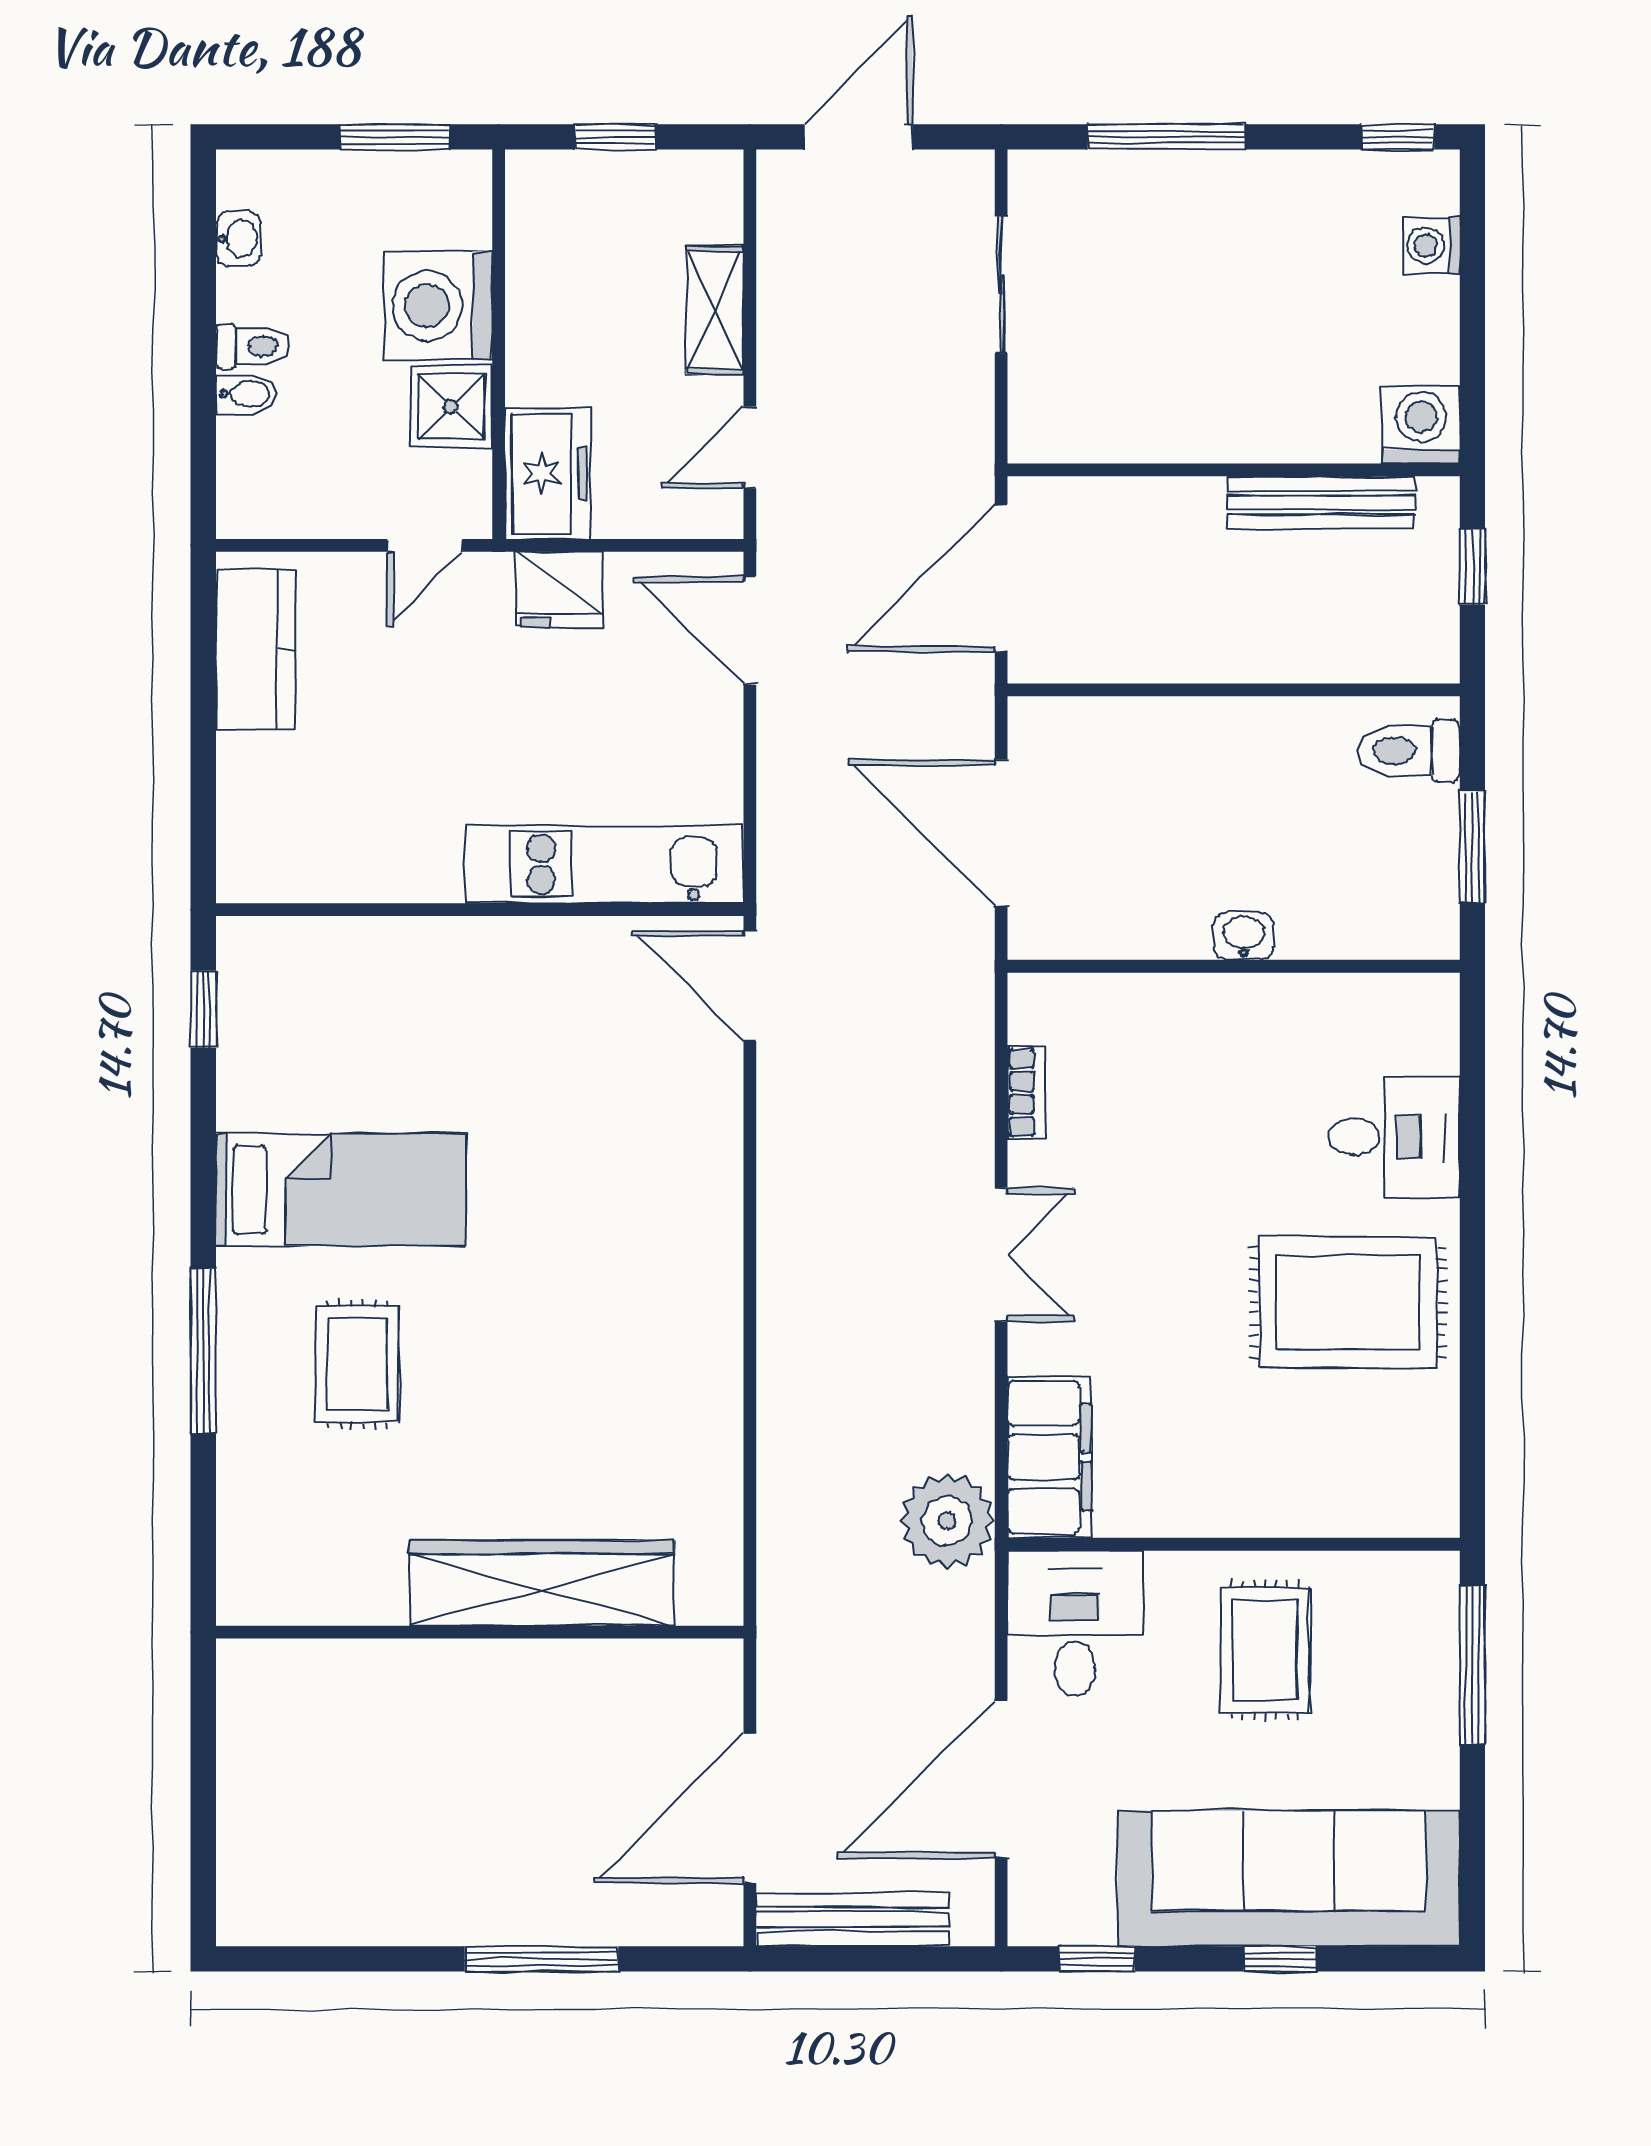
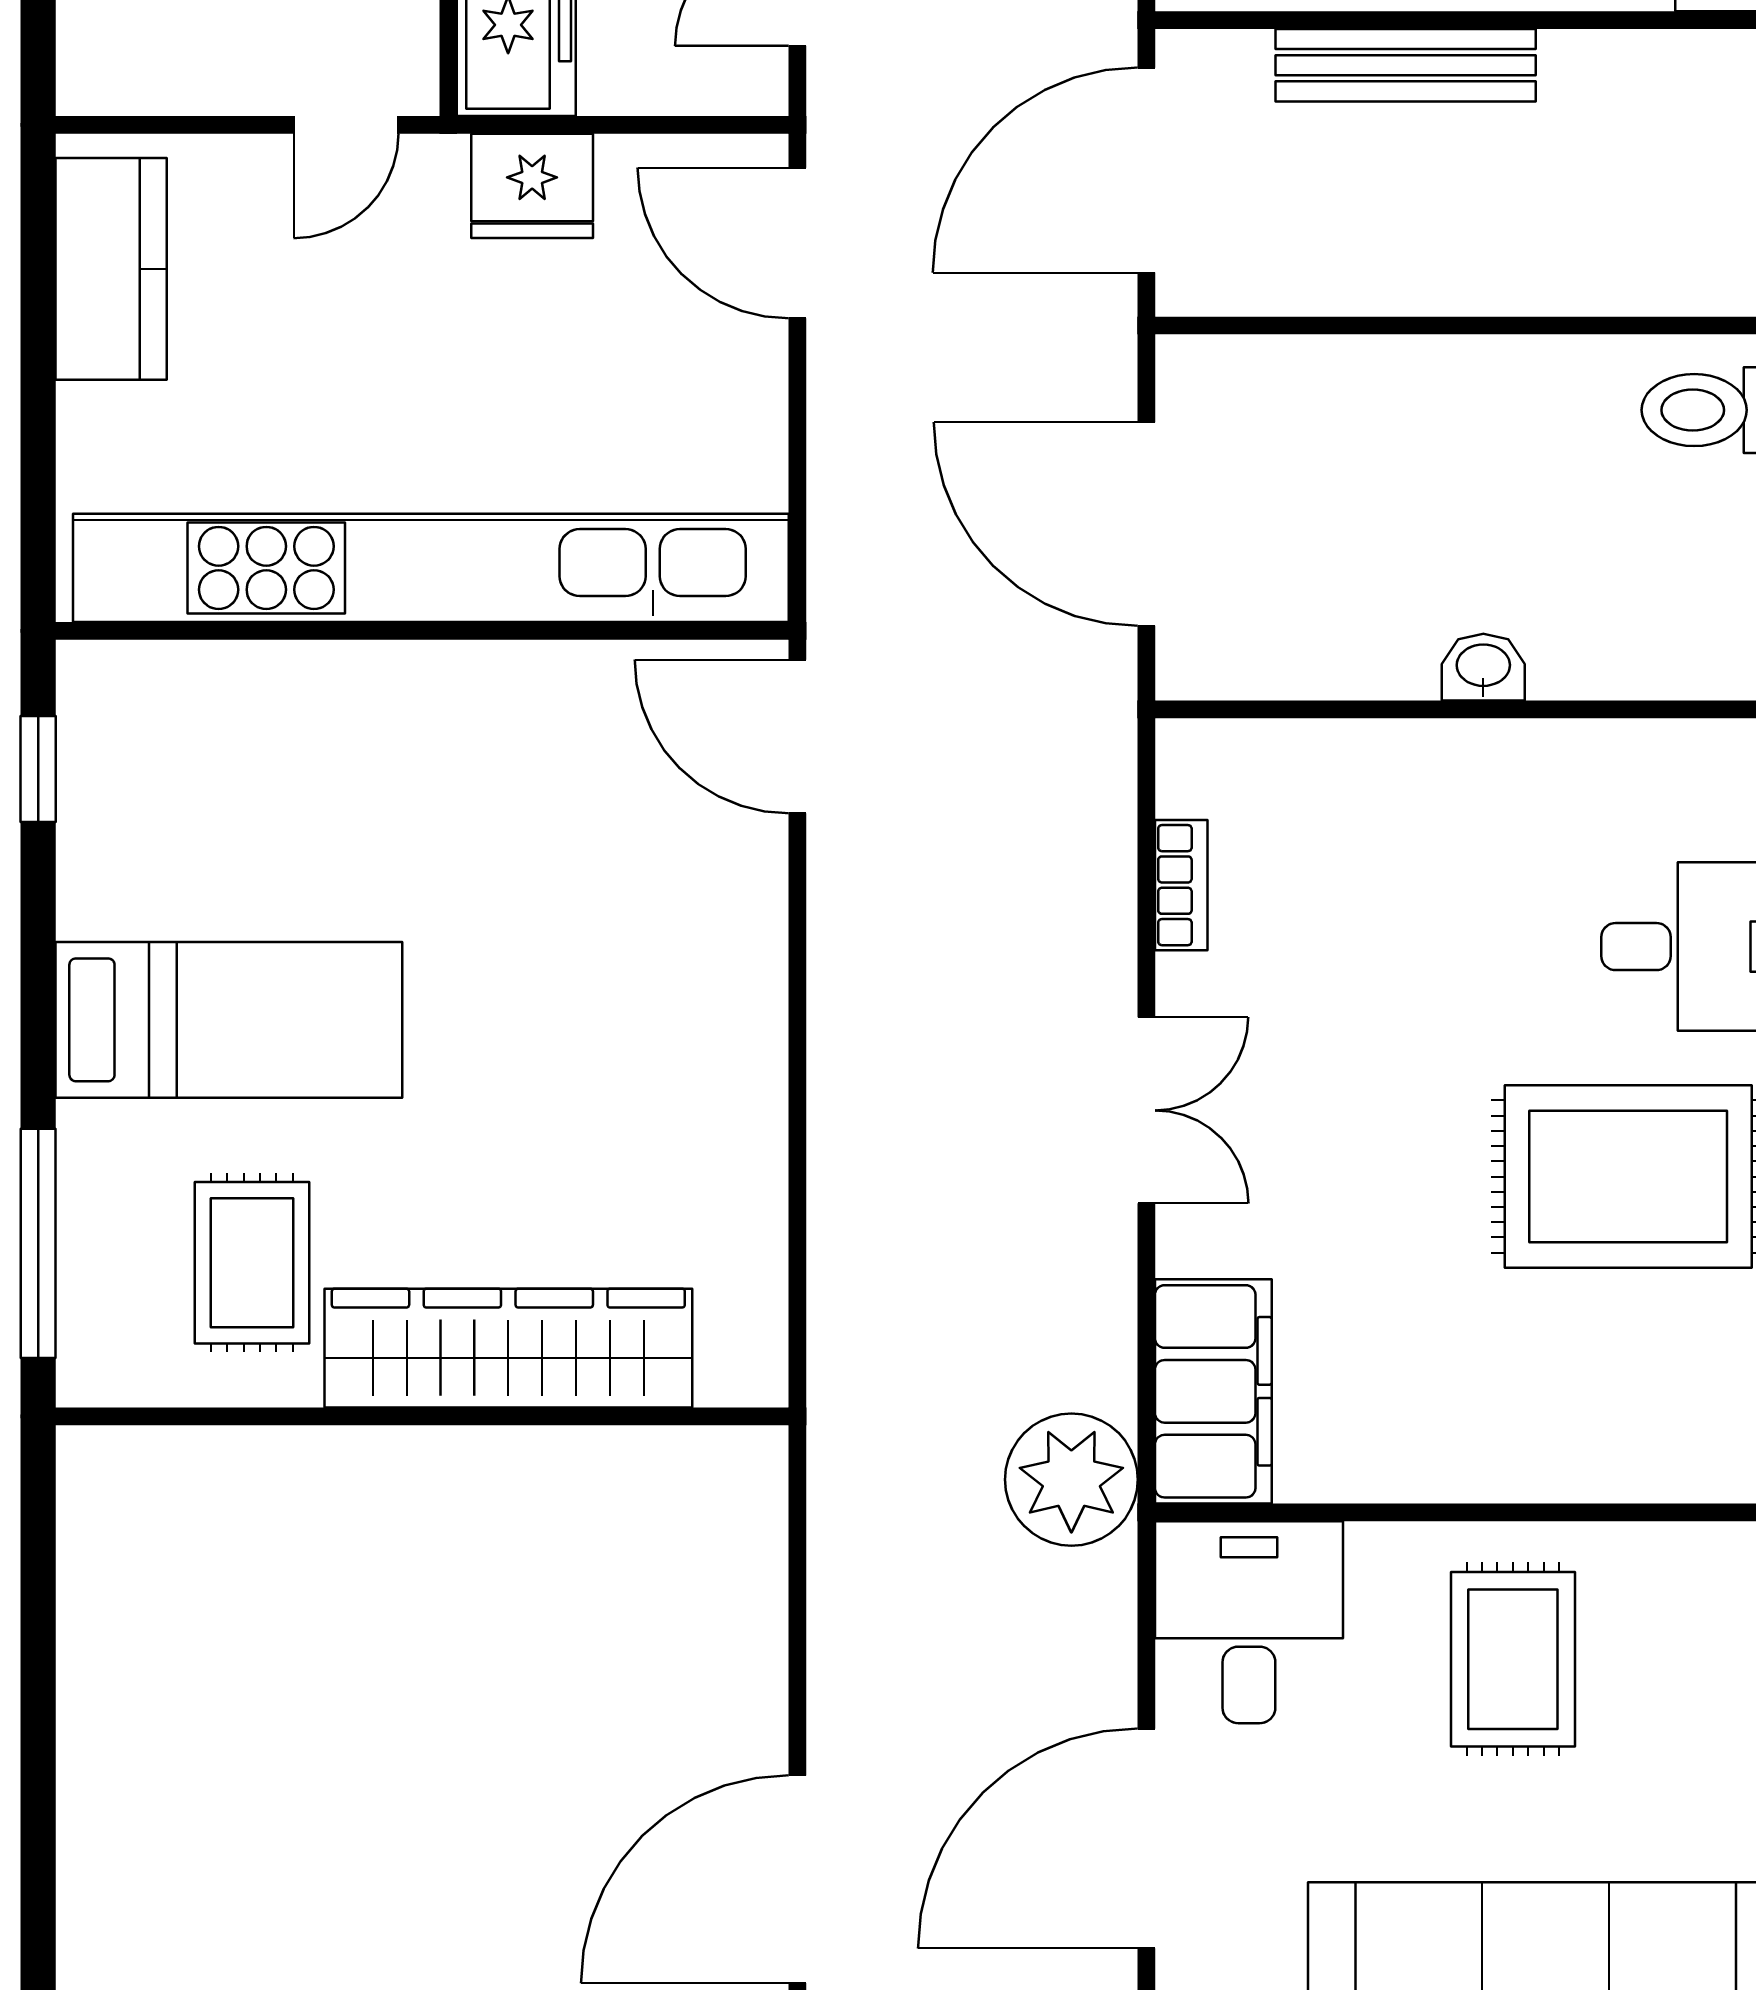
bench: (1321, 502) -> (1406, 65), moved
kitchen unit: (605, 864) -> (431, 568), width x1.86
wardrobe: (542, 1583) -> (508, 1348), moved
wall: (480, 1632) -> (422, 1416), moved

